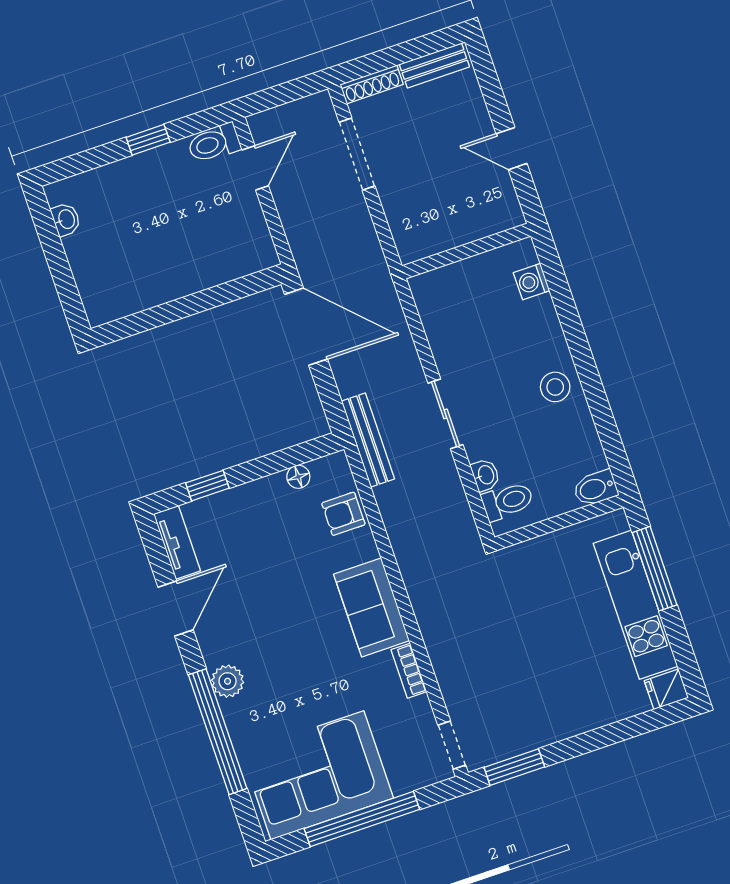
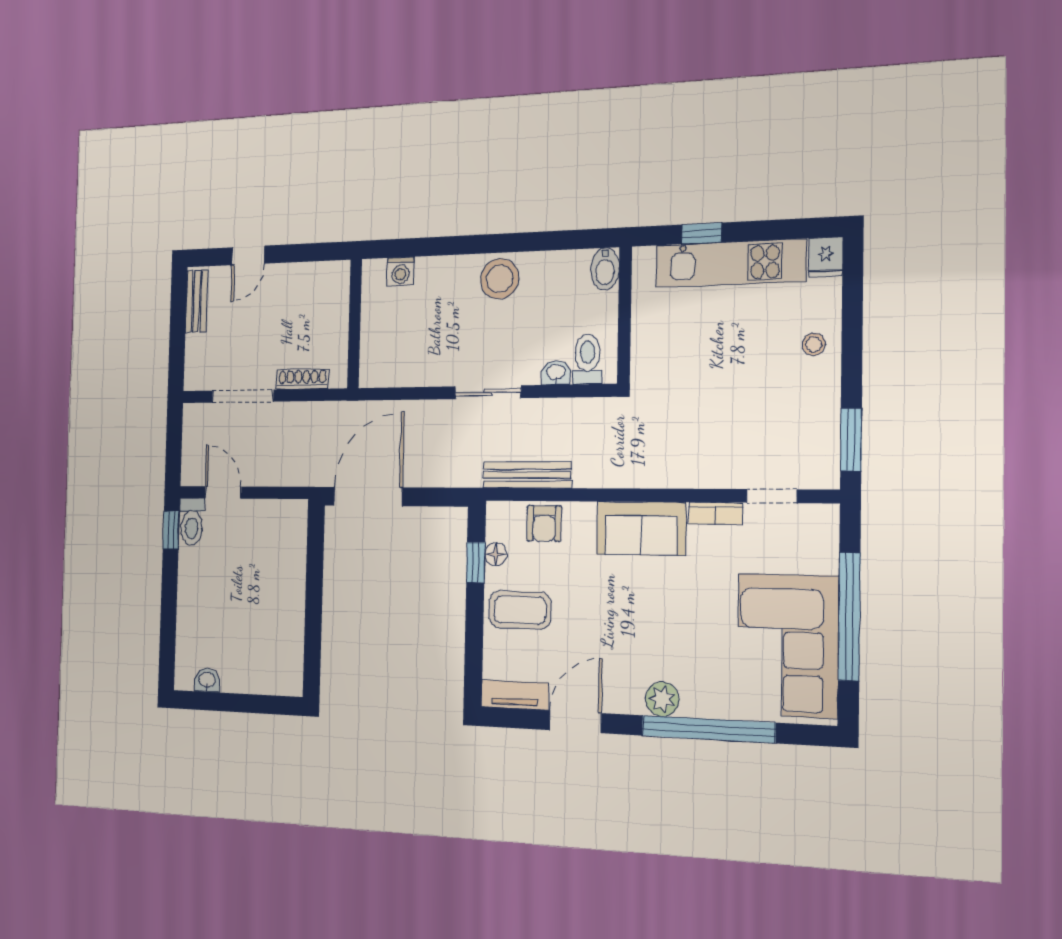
shoe rack: (372, 84) -> (302, 379), moved, turned -90
window: (148, 140) -> (171, 530), moved
door: (512, 149) -> (248, 255), moved
stool: (555, 387) -> (500, 279), width x1.38, depth x1.38
bench: (368, 440) -> (527, 475), moved
window: (207, 486) -> (476, 562), moved
coffee table: (256, 519) -> (520, 610), added
window: (655, 569) -> (702, 233), width x0.46
door: (176, 608) -> (575, 722), hinge flipped
stool: (587, 706) -> (814, 344), added
doorway: (452, 745) -> (772, 496), moved

